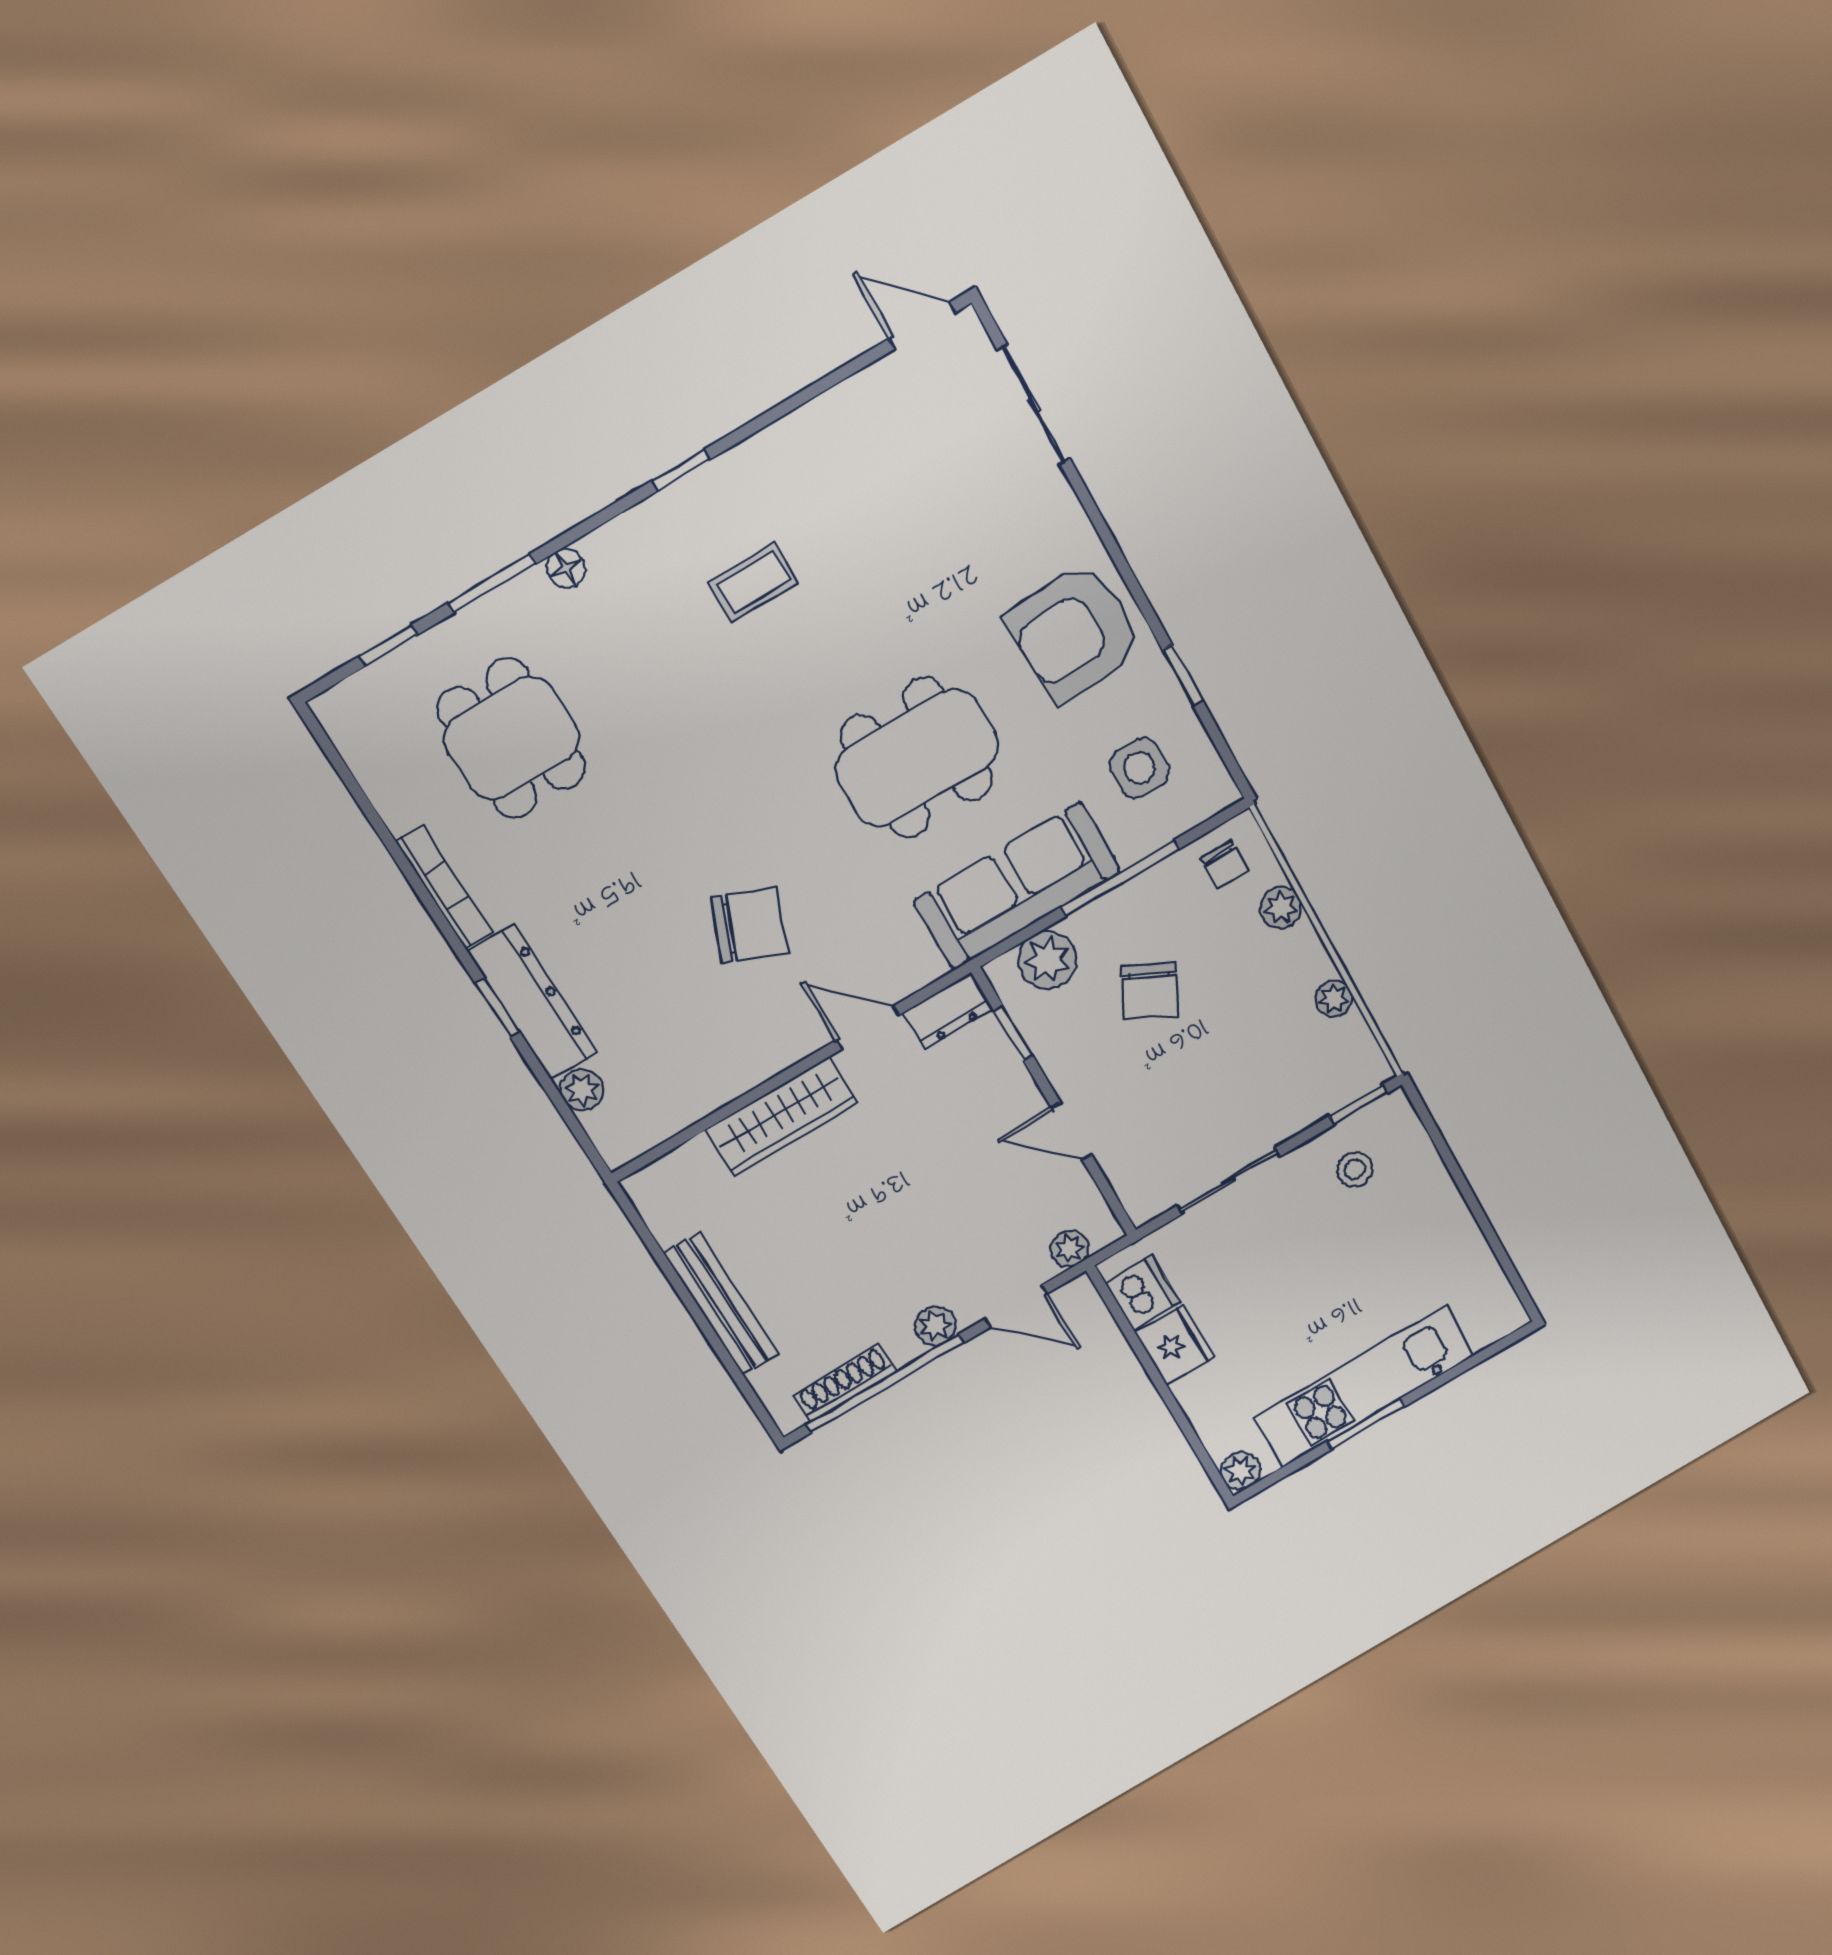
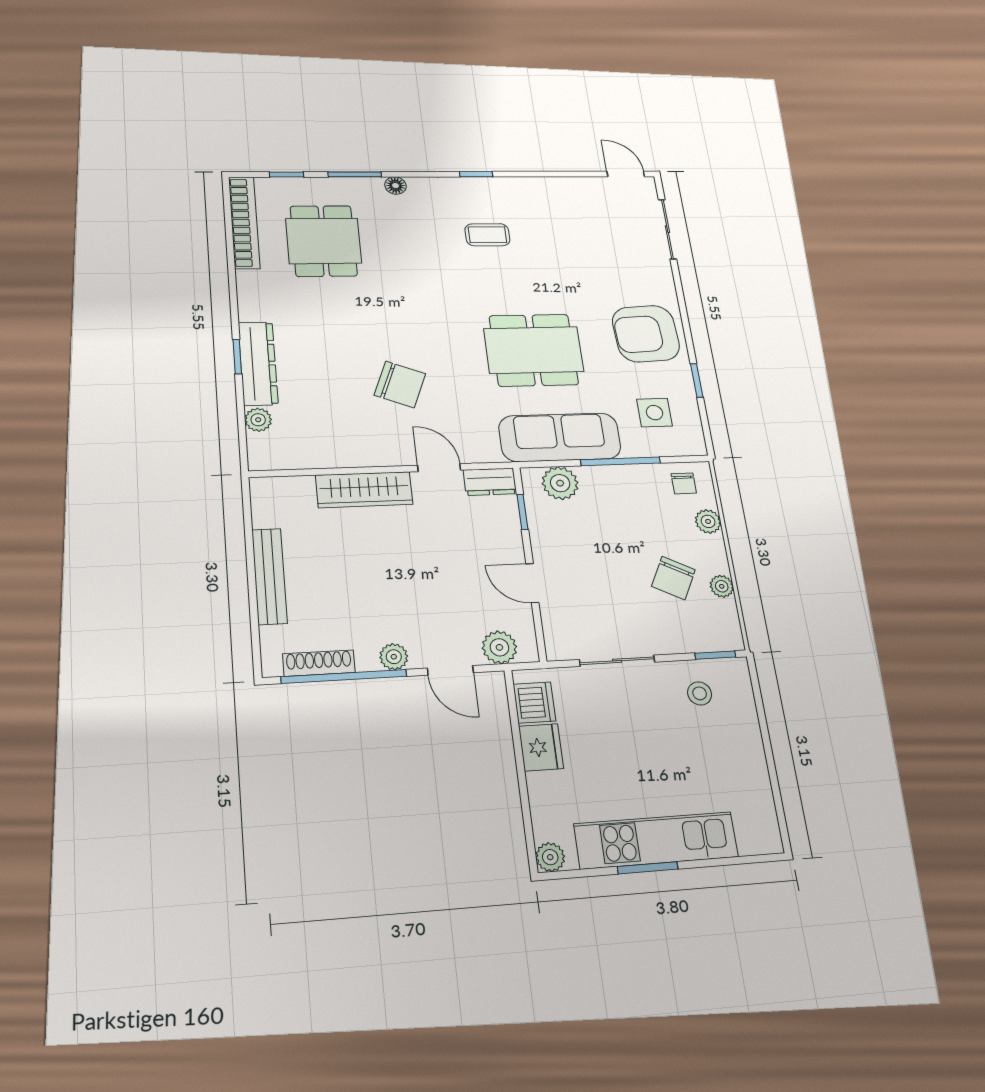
bookcase: (444, 887) -> (244, 222), moved, width x1.48, depth x1.31
chair: (1150, 991) -> (673, 578), moved
plant: (1069, 1249) -> (499, 647), width x1.38, depth x1.38

